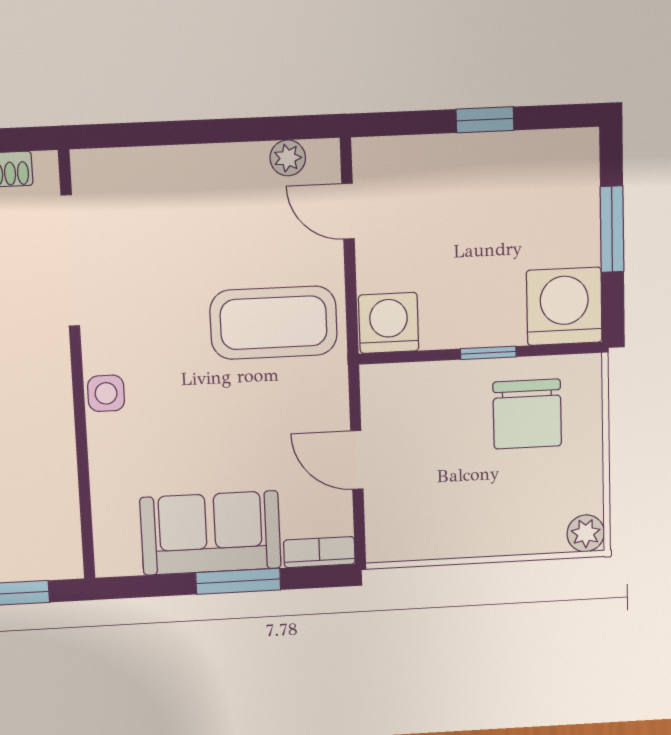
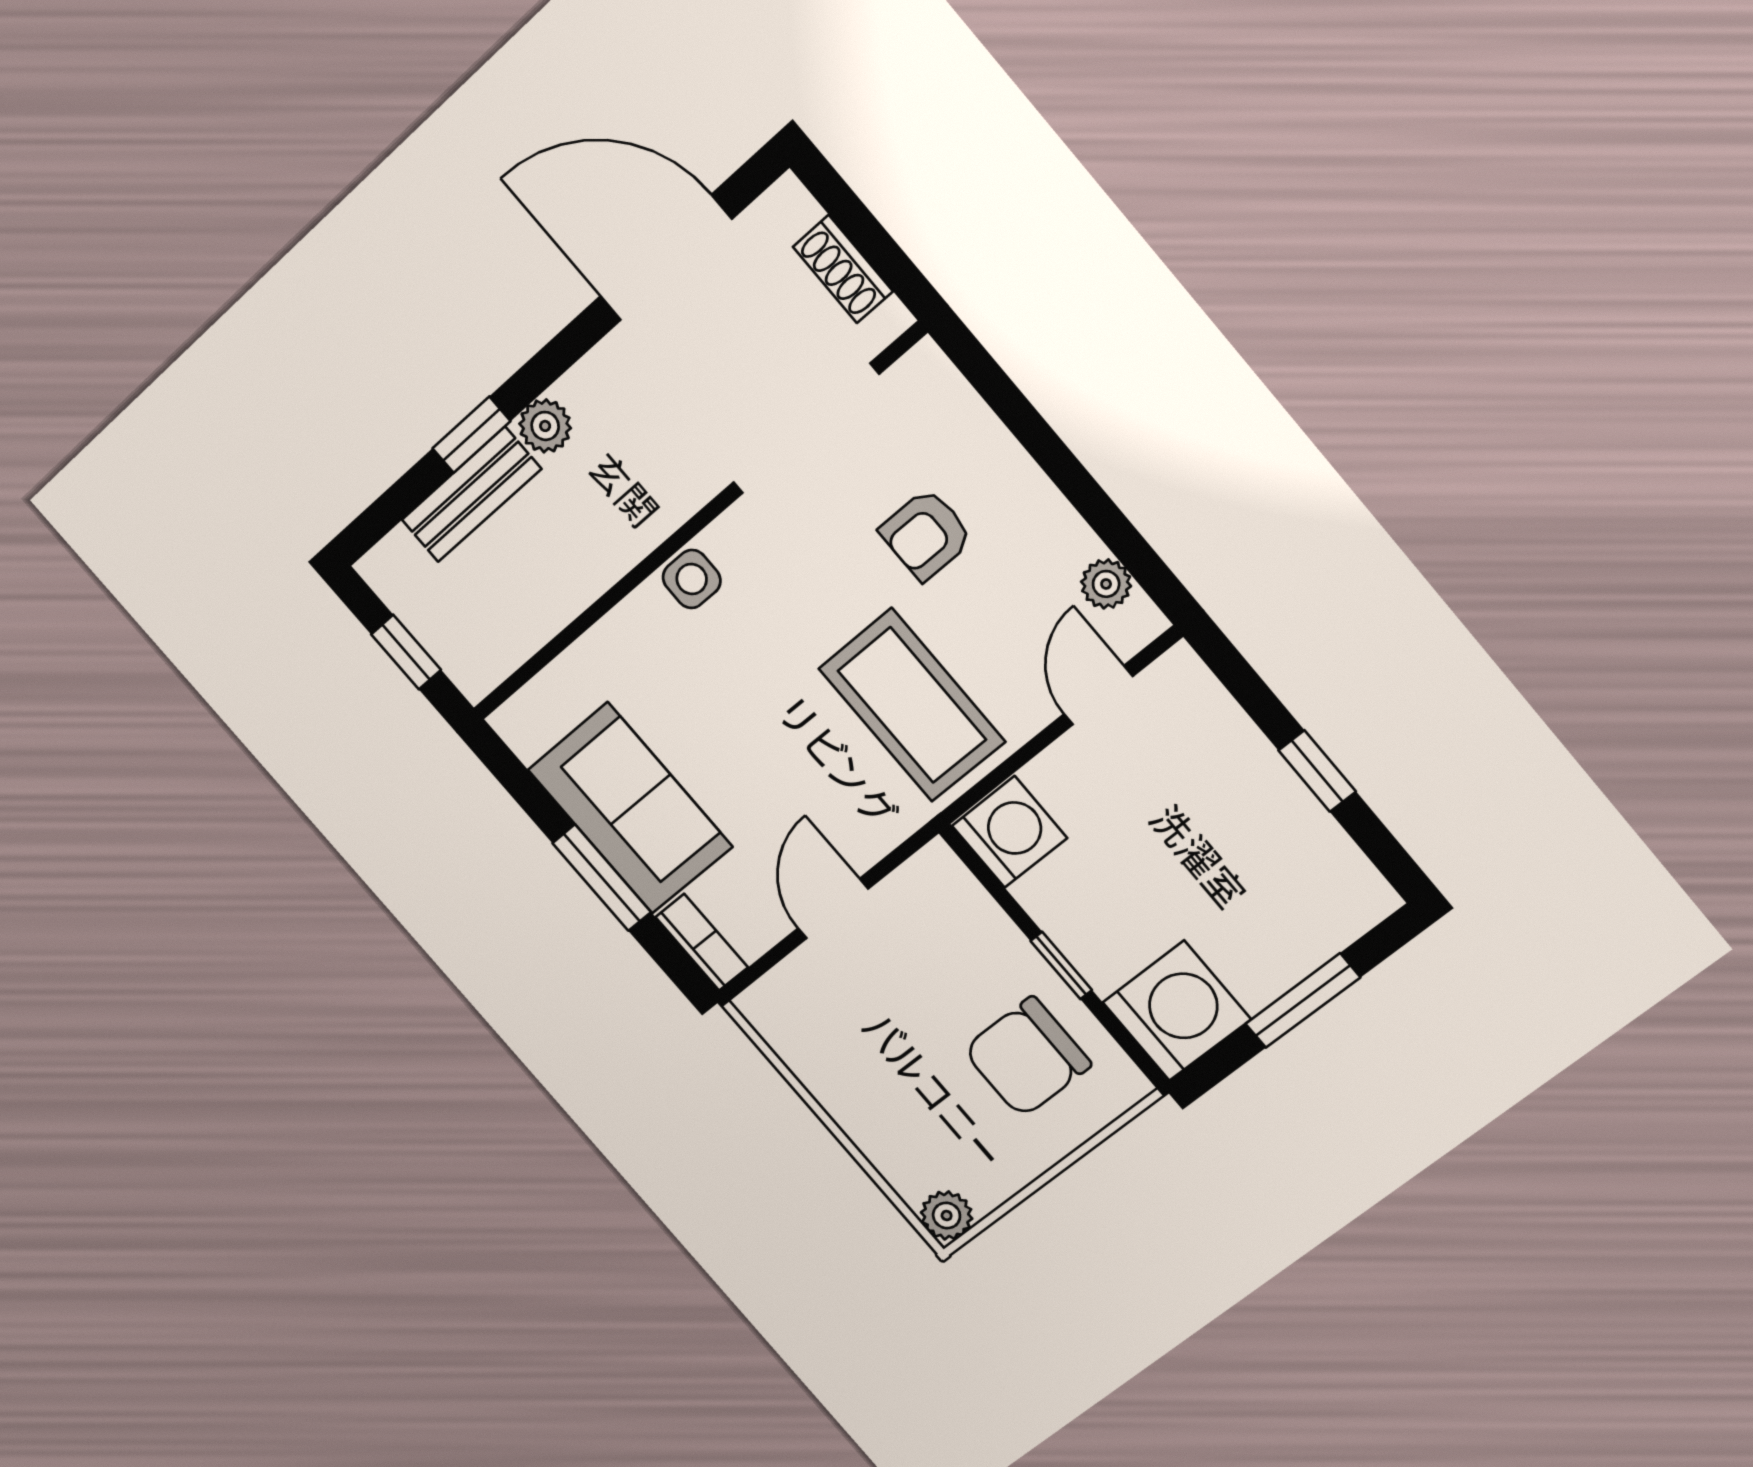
armchair: (182, 239) -> (926, 534), added

